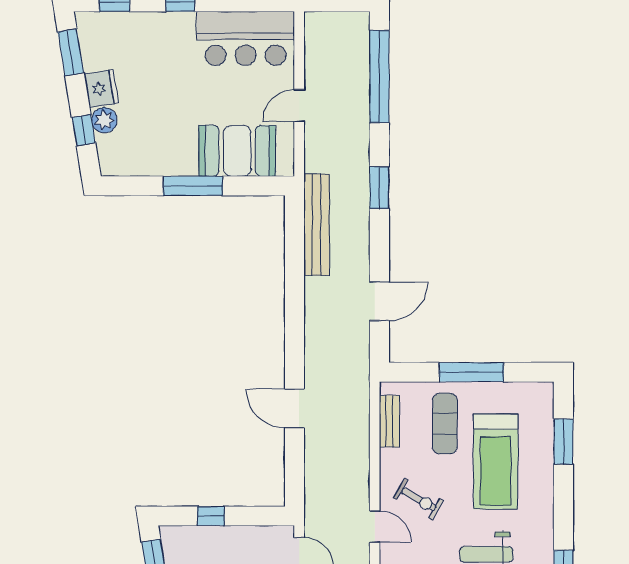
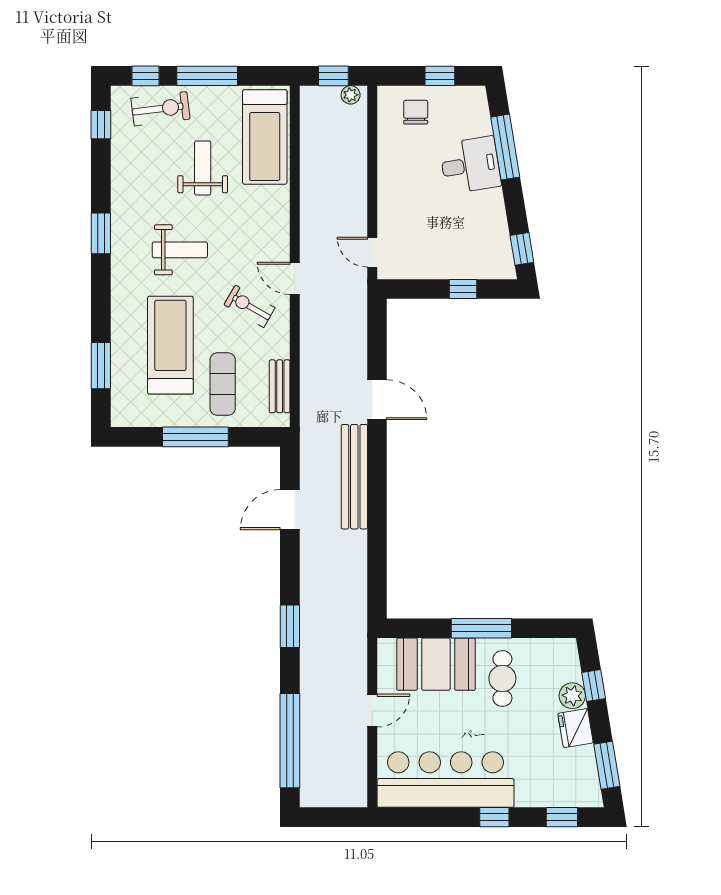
bar counter: (246, 38) -> (445, 780), width x1.36
cafe table: (172, 137) -> (502, 679), added
bench: (317, 225) -> (354, 477), moved

